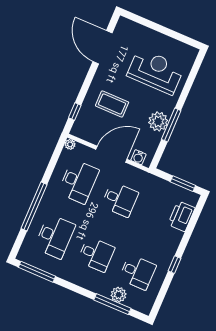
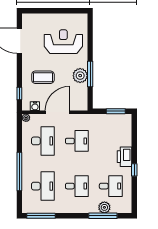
water cooler: (138, 157) -> (35, 106), moved
printer: (181, 216) -> (125, 157), moved

